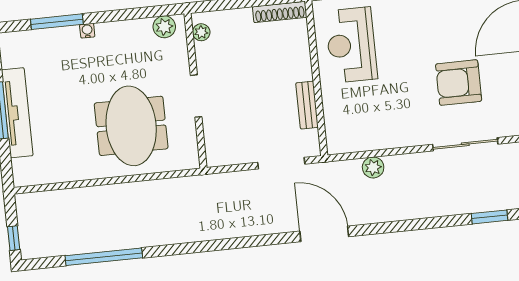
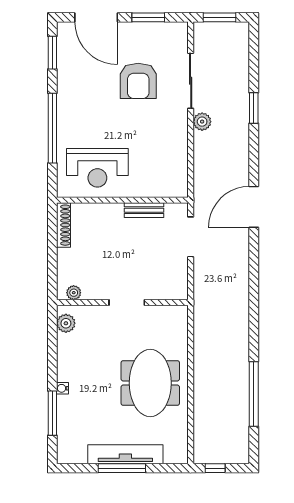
meeting table: (131, 126) -> (150, 383), moved, turned 90
plant: (373, 167) -> (202, 122), moved
window: (489, 217) -> (254, 108), moved
window: (14, 238) -> (215, 468), moved

